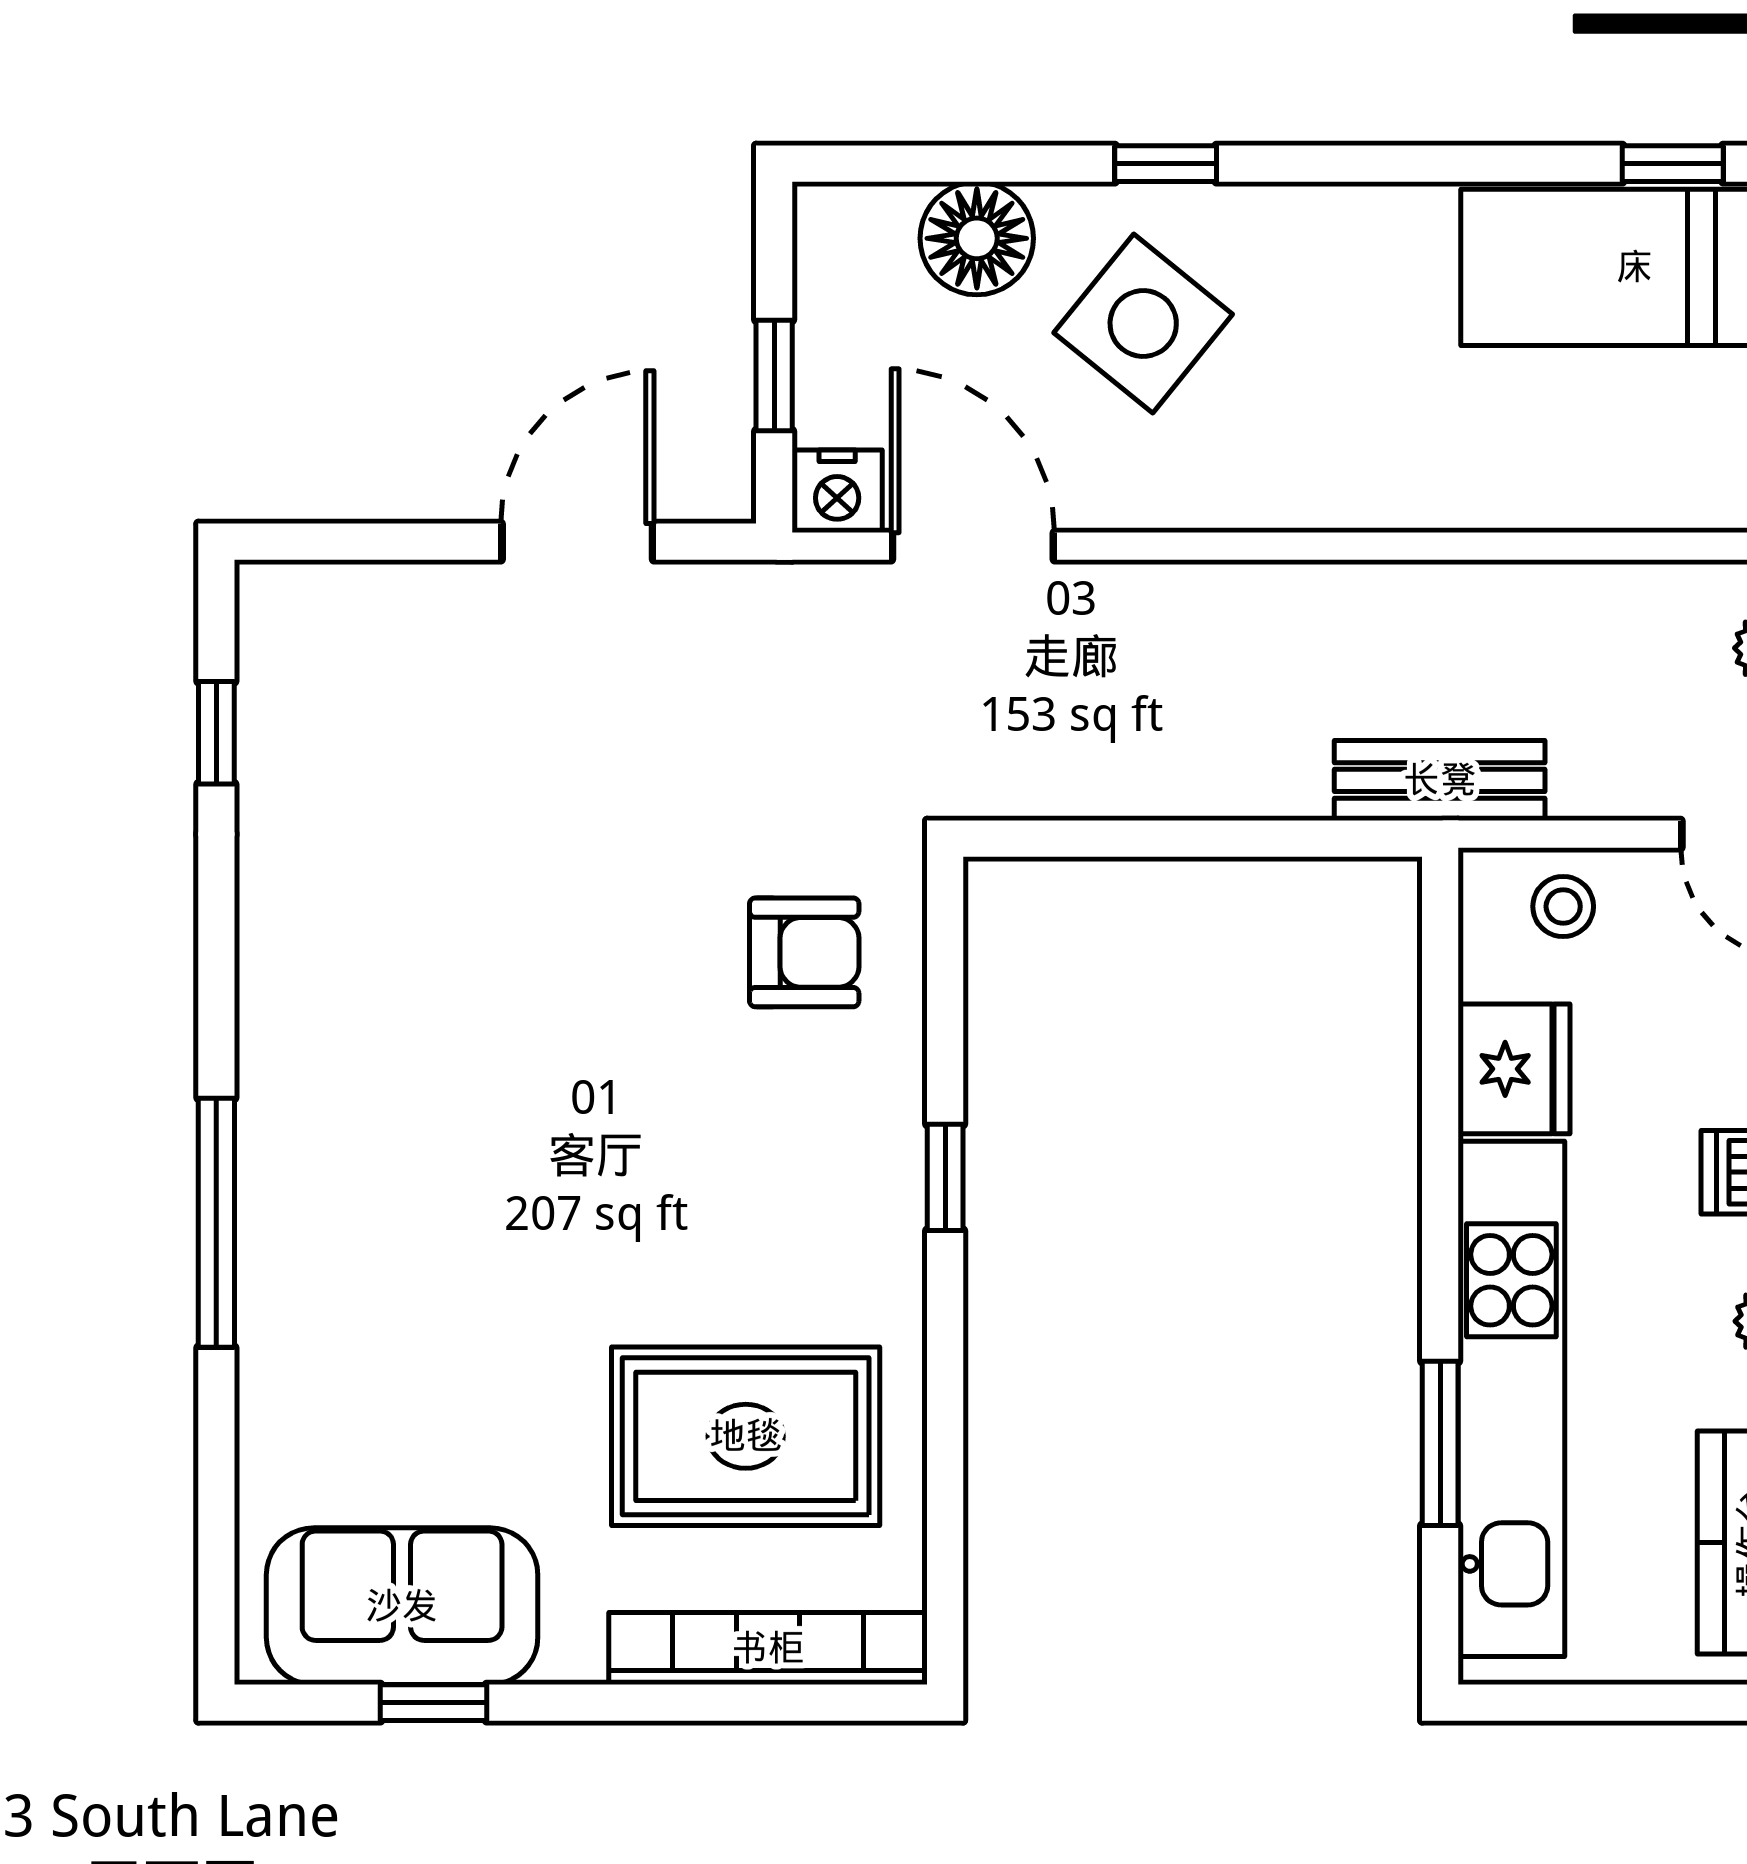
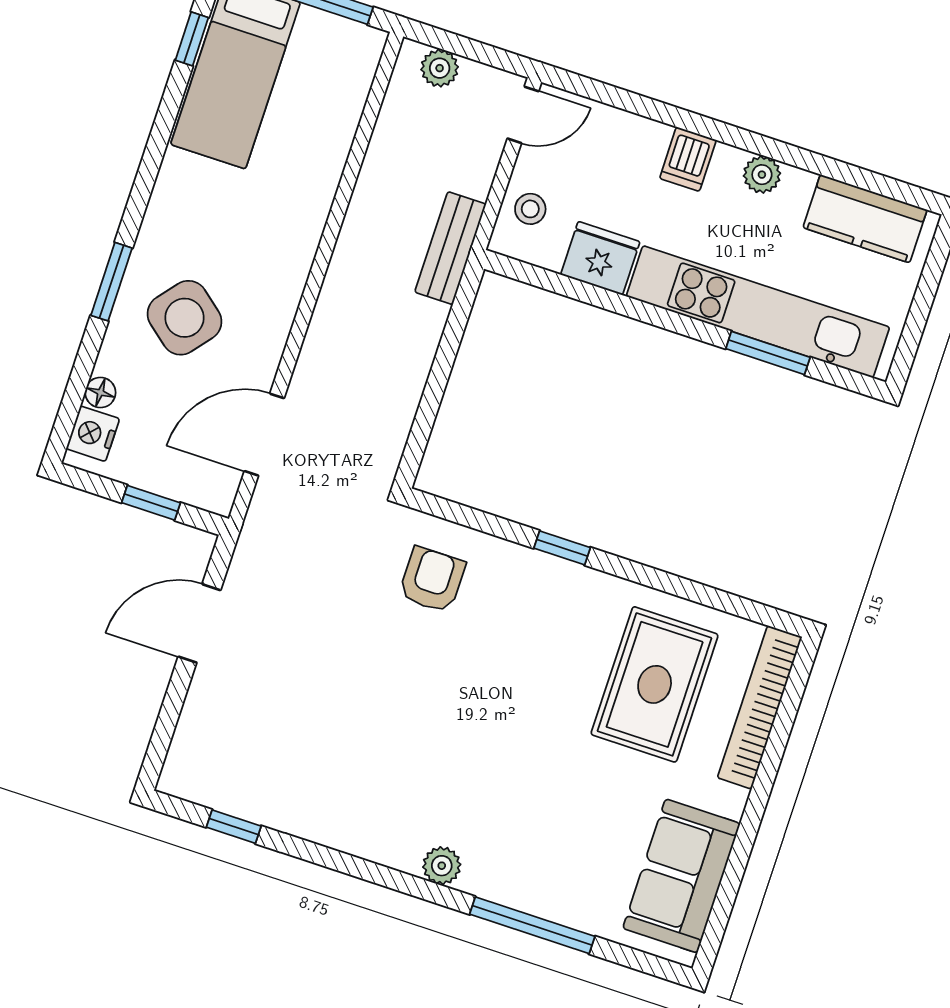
window: (1166, 164) -> (112, 282), width x1.50
floor lamp: (977, 238) -> (100, 392), width x0.53, depth x0.53
nightstand: (837, 491) -> (93, 434), moved, turned 180
door: (577, 542) -> (199, 623), hinge flipped
plant: (272, 1149) -> (442, 866), added
window: (216, 1223) -> (532, 925), moved
window: (433, 1703) -> (733, 876), removed

